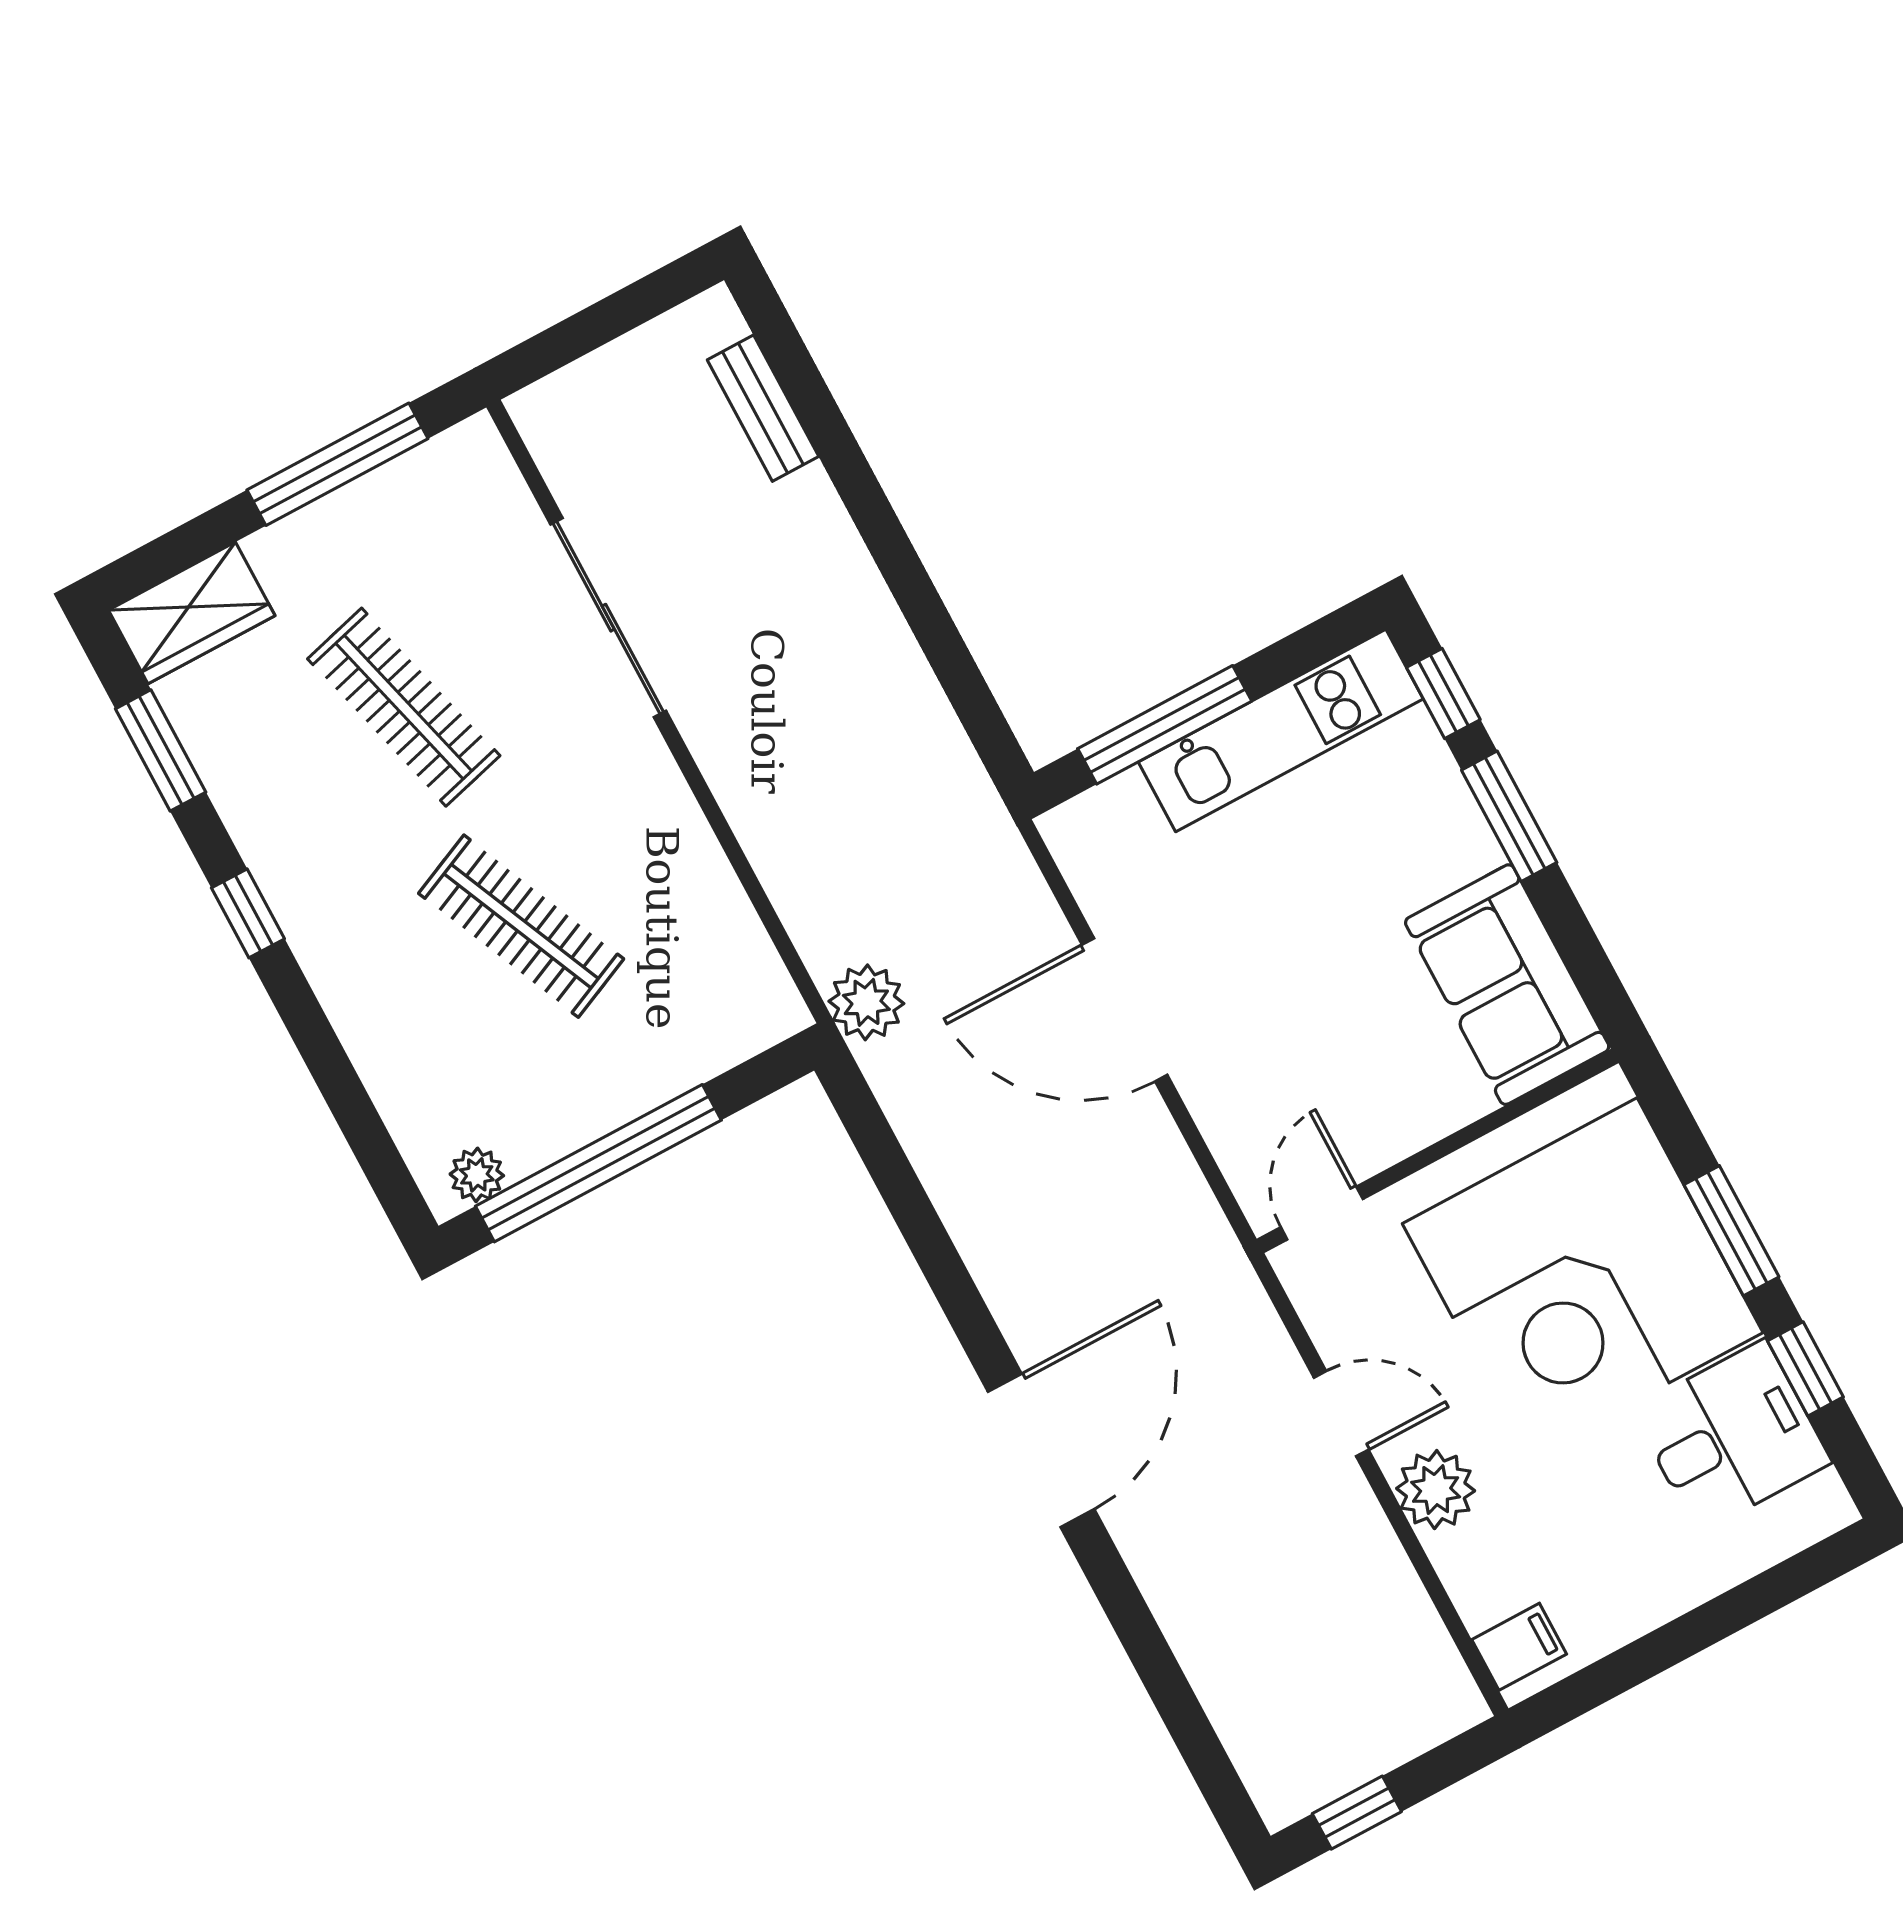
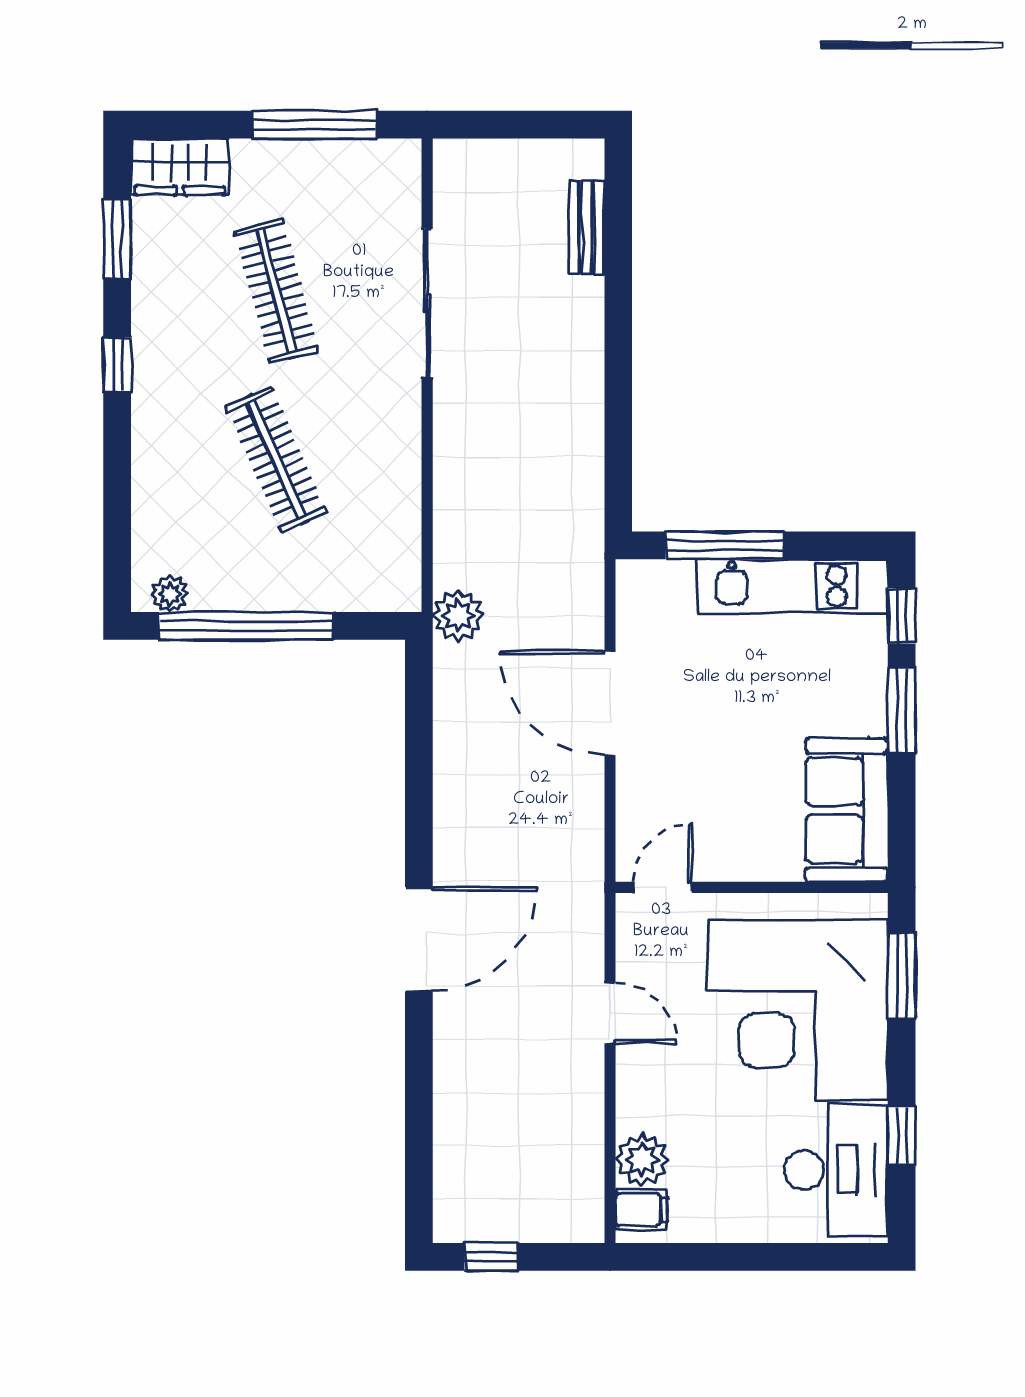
window: (1731, 1231) -> (902, 976), moved
desk: (1732, 1436) -> (836, 1170), width x1.37
plant: (1436, 1490) -> (642, 1160), moved

